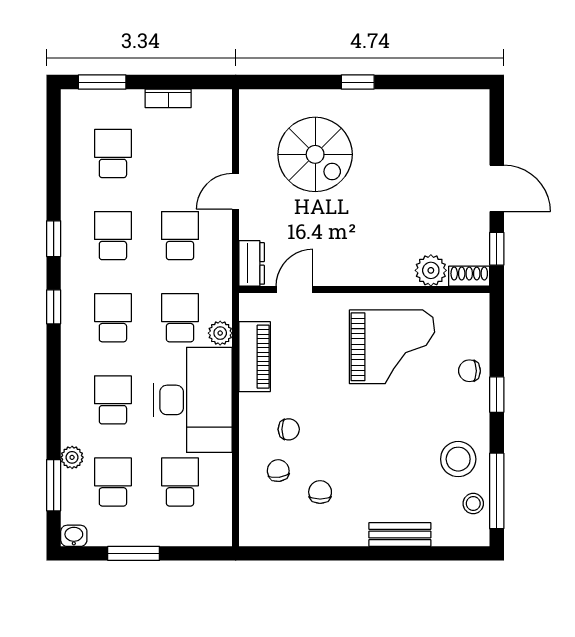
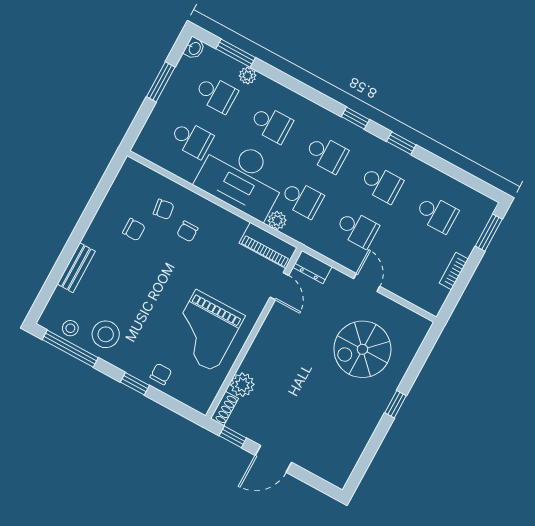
piano: (255, 357) -> (268, 245), moved

